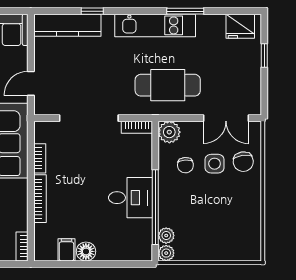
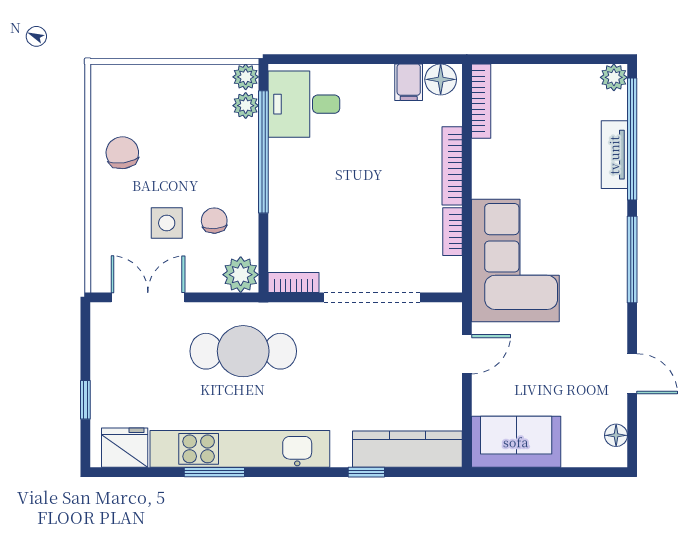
kitchen unit: (155, 25) -> (240, 449), width x1.36
chair: (243, 162) -> (122, 153), moved
desk: (131, 198) -> (304, 104), moved
bookcase: (22, 246) -> (481, 101), width x1.56
floor lamp: (86, 251) -> (441, 79), moved

